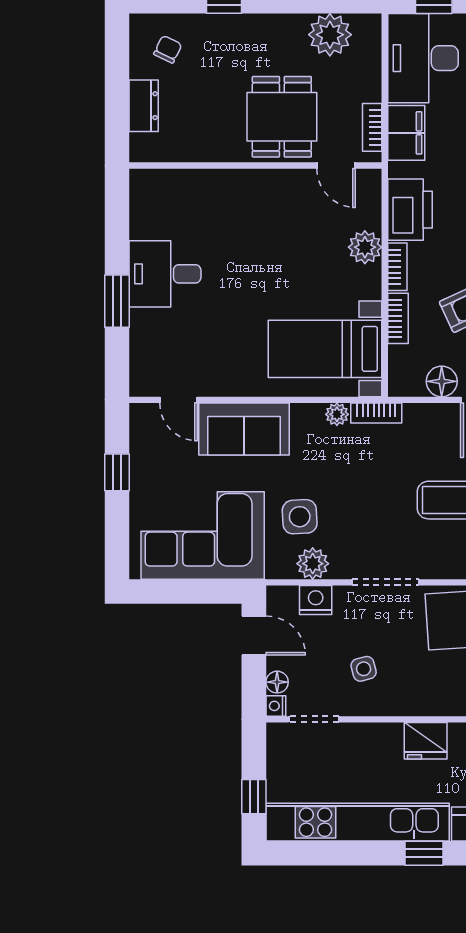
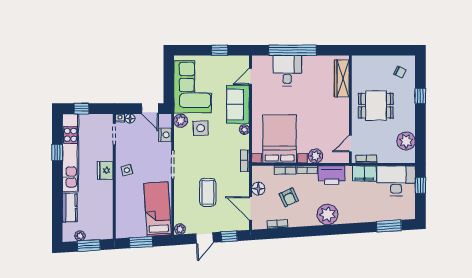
dresser: (144, 106) -> (376, 62), removed
dining table: (282, 117) -> (376, 106), moved
wardrobe: (183, 186) -> (342, 79), added
desk: (165, 274) -> (287, 71), moved
window: (117, 301) -> (293, 50), width x2.11
bed with nightstands: (325, 349) -> (280, 139), width x1.36
plant: (337, 414) -> (244, 130), moved
plant: (313, 564) -> (181, 121), moved
door: (254, 636) -> (150, 109), hinge flipped
side table: (364, 669) -> (127, 170), moved
fridge: (426, 741) -> (105, 170), moved
window: (424, 853) -> (57, 152), moved

